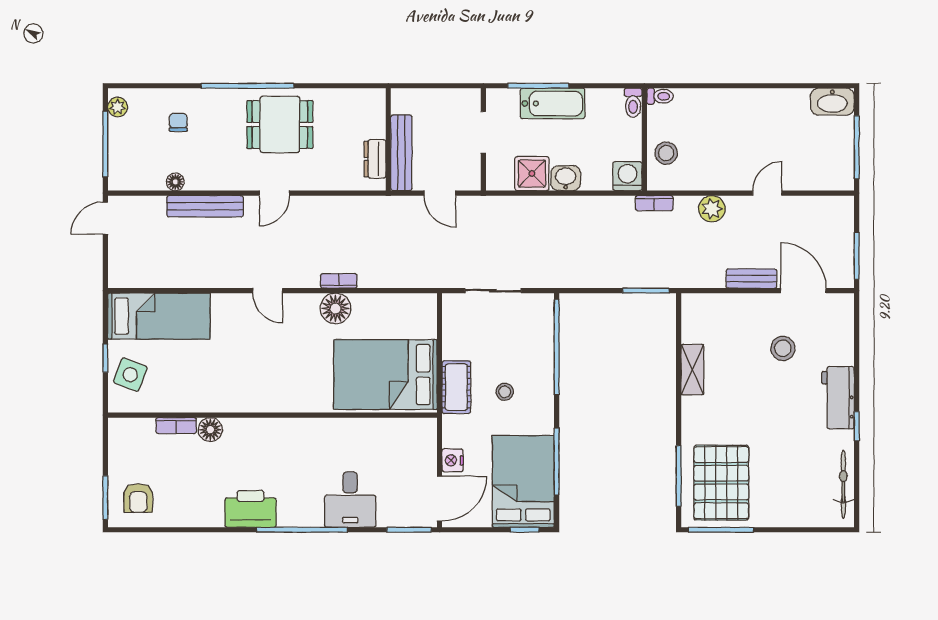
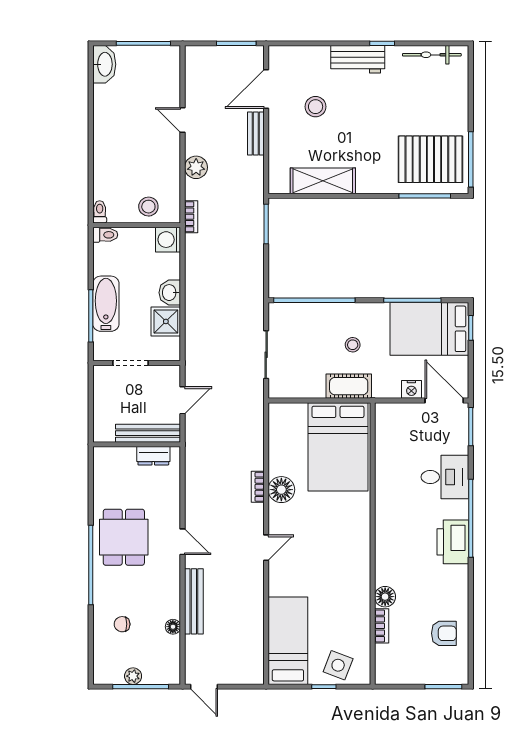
plant: (118, 107) -> (133, 676), moved
shelving: (692, 370) -> (323, 181), width x1.50, depth x1.33
armchair: (138, 498) -> (444, 633), moved
printer: (251, 509) -> (453, 542), moved

